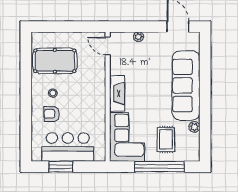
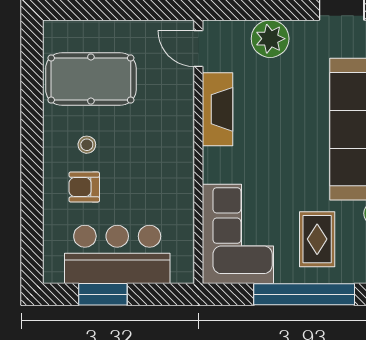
plant: (139, 37) -> (270, 39), width x1.87, depth x1.87
fireplace: (117, 93) -> (218, 109), moved

